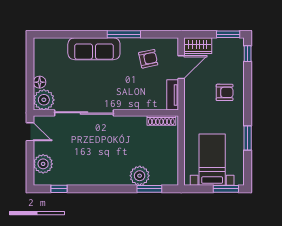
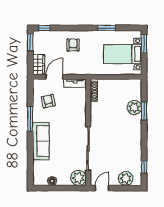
door: (181, 67) -> (54, 77), hinge flipped
floor lamp: (40, 82) -> (52, 181), moved
window: (149, 189) -> (144, 111), moved

